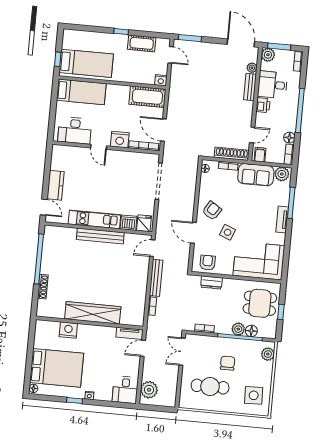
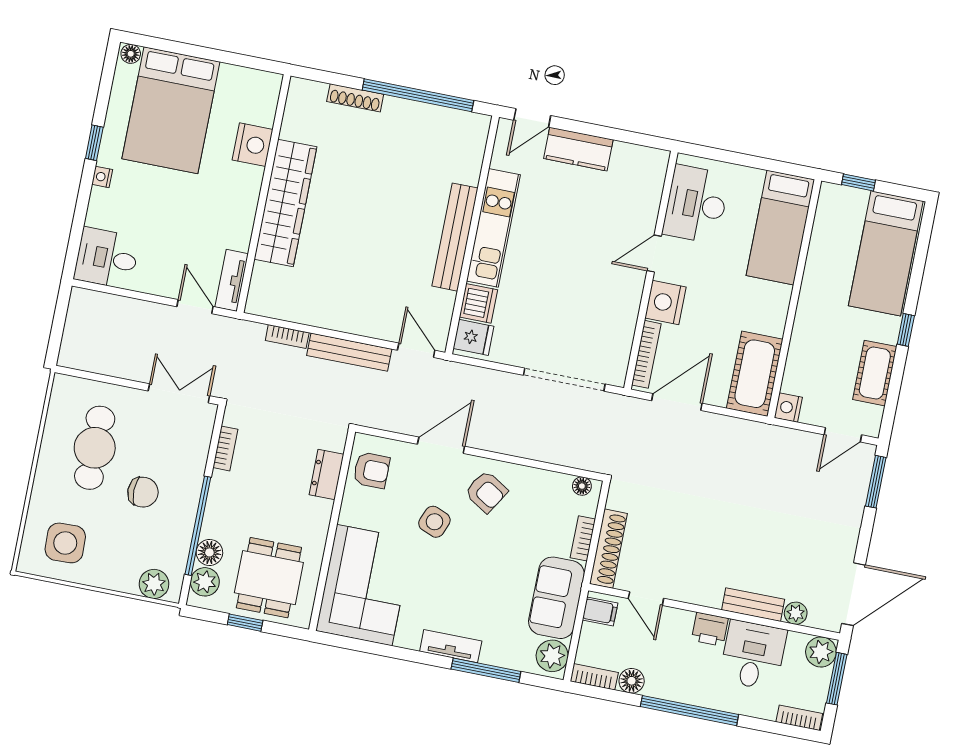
bed: (86, 63) -> (886, 253), moved
plant: (238, 329) -> (205, 582), moved
plant: (149, 390) -> (101, 311), removed

